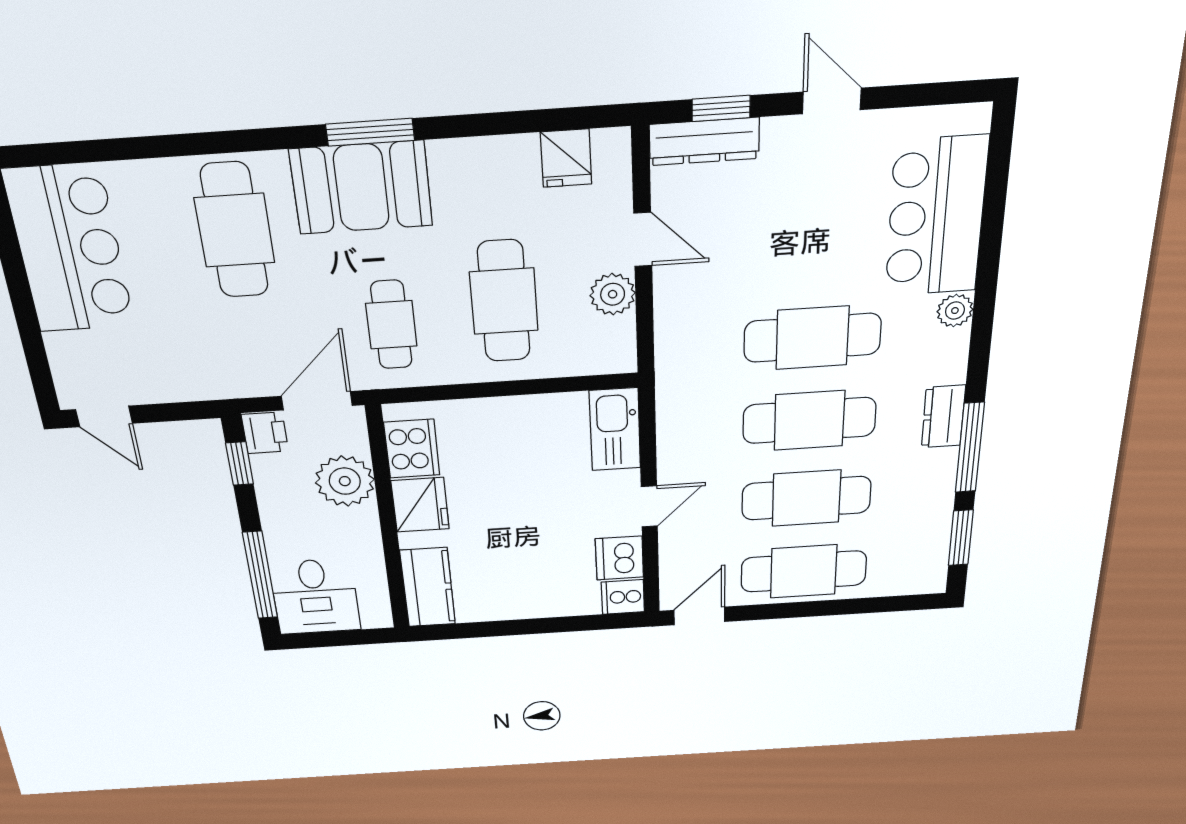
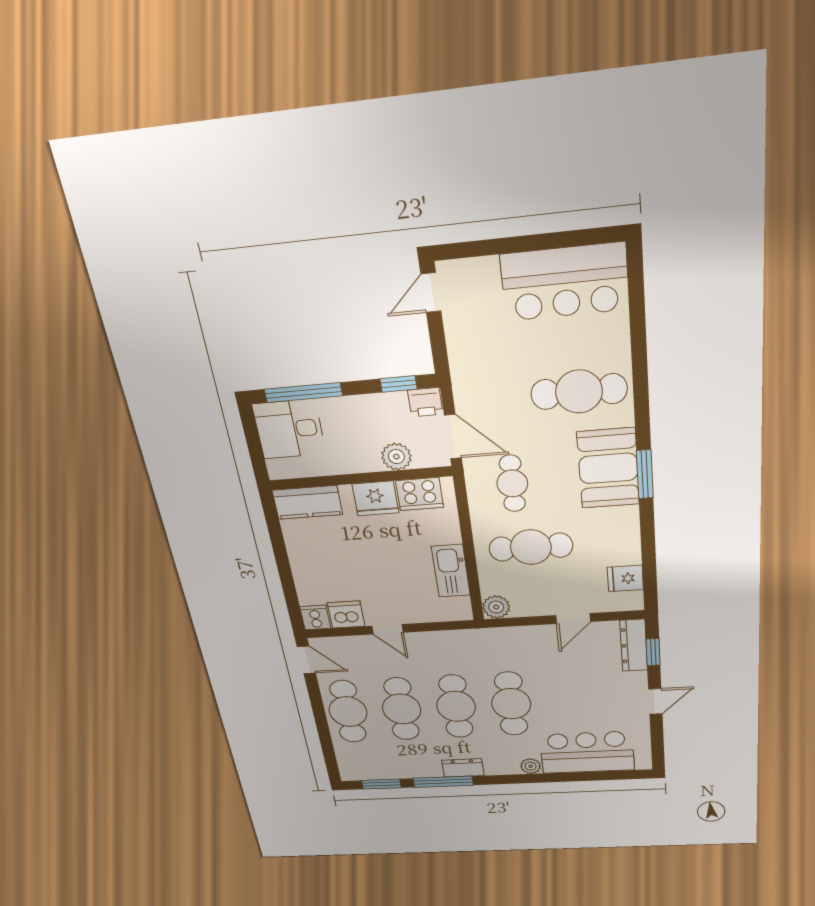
plant: (613, 294) -> (496, 607), moved
cafe table: (391, 325) -> (512, 483), turned 90
kitchen sink: (615, 429) -> (451, 571), moved, turned -90
plant: (345, 481) -> (396, 457), width x0.73, depth x0.73

